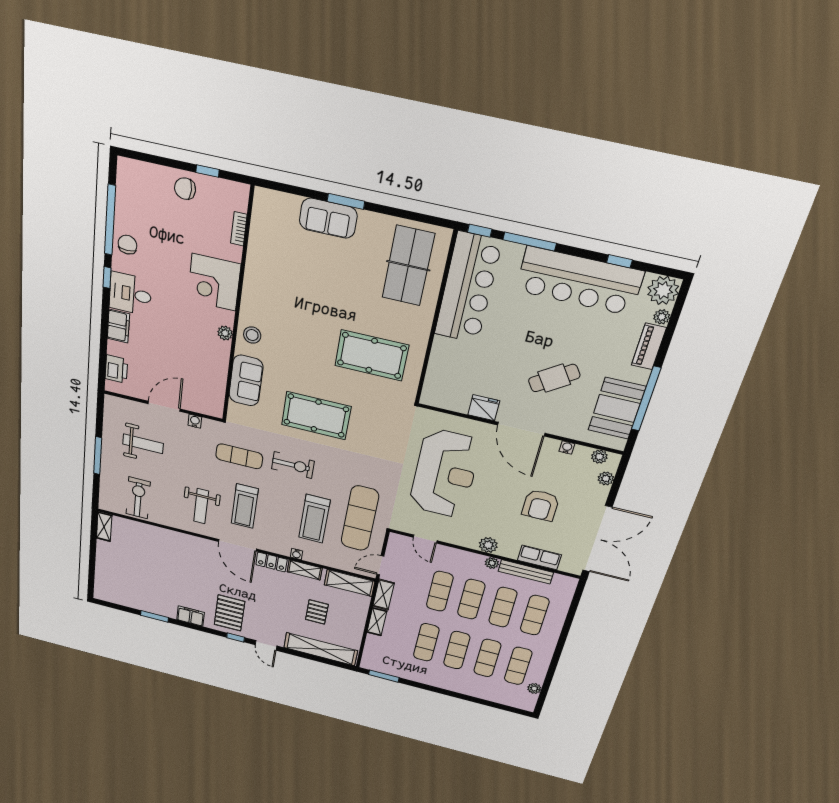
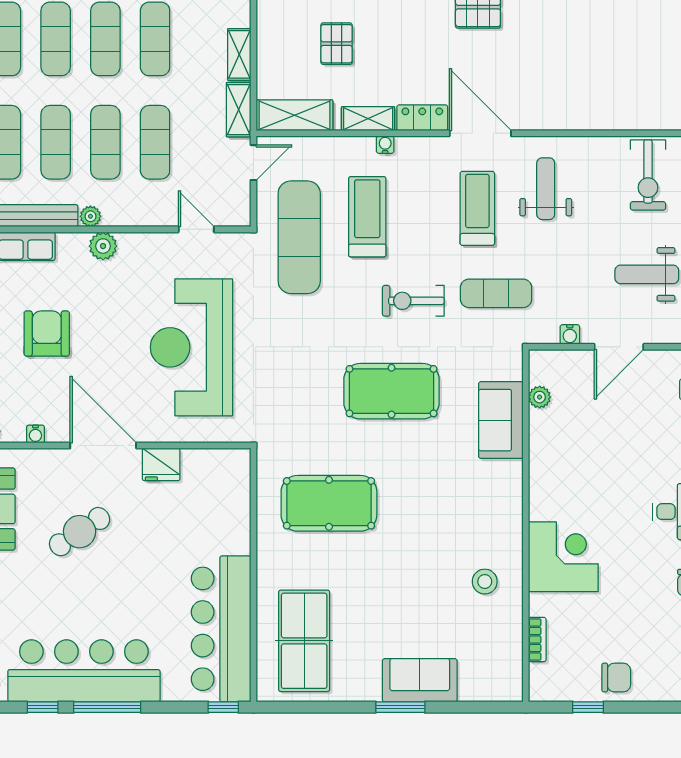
window: (530, 242) -> (107, 707), moved
plant: (225, 333) -> (540, 397), moved
stool: (252, 335) -> (485, 582), moved

